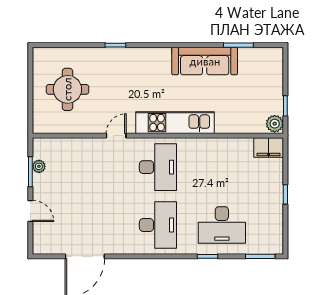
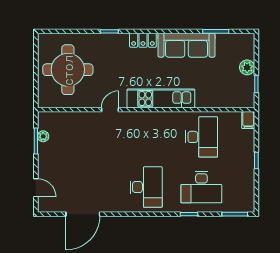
locker: (154, 55) -> (143, 40), added
round table: (67, 89) -> (68, 70), width x1.36, depth x1.36
plant: (275, 124) -> (247, 67), moved
filing cabinet: (269, 148) -> (248, 120), width x0.50
desk: (158, 167) -> (201, 137), moved
door: (30, 211) -> (36, 188), moved

